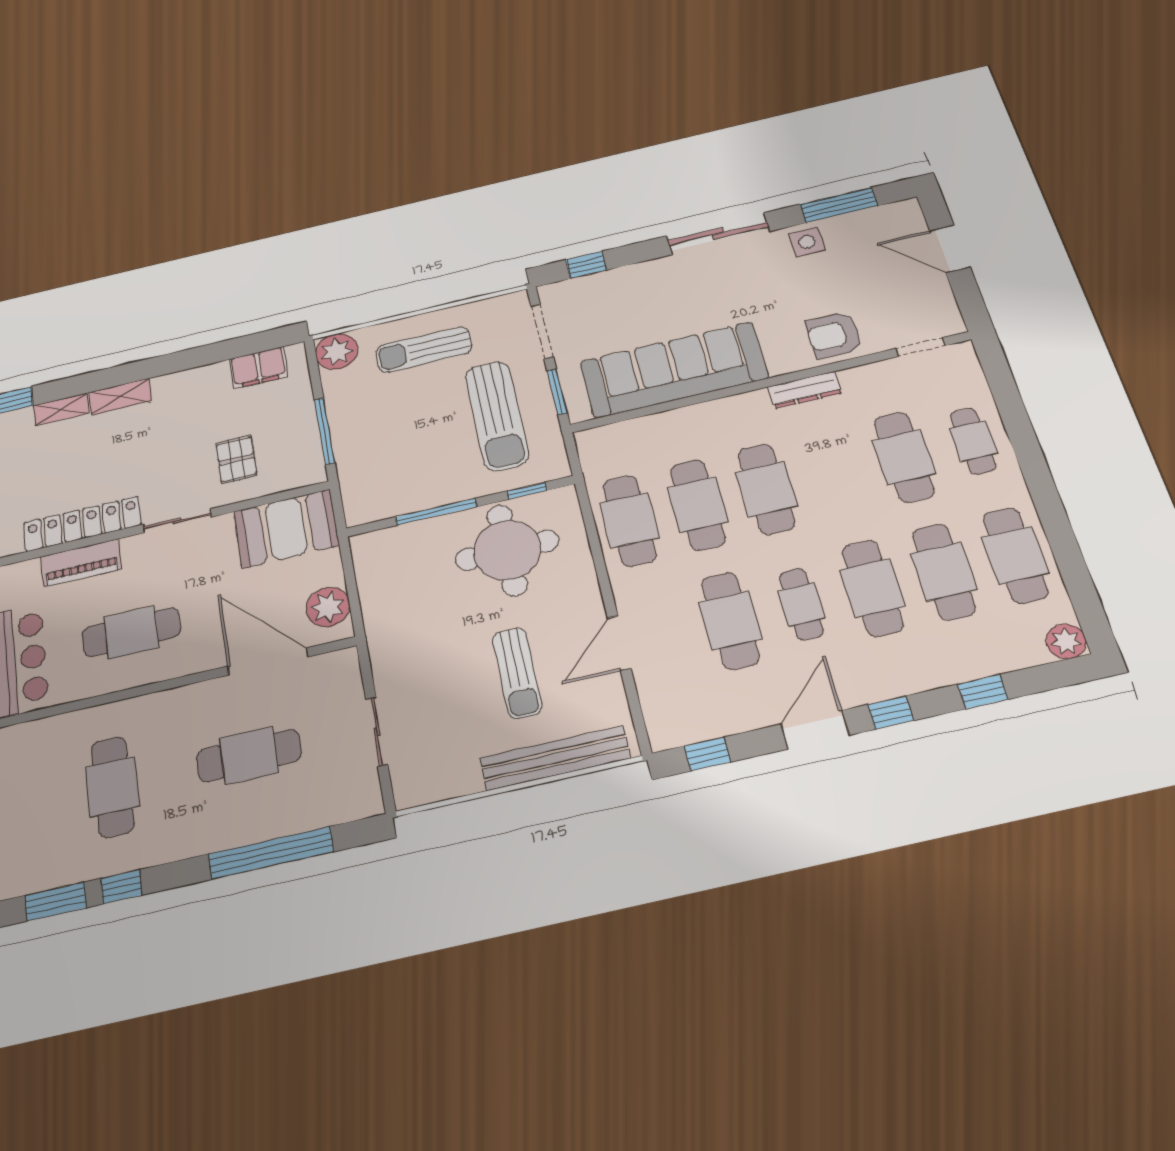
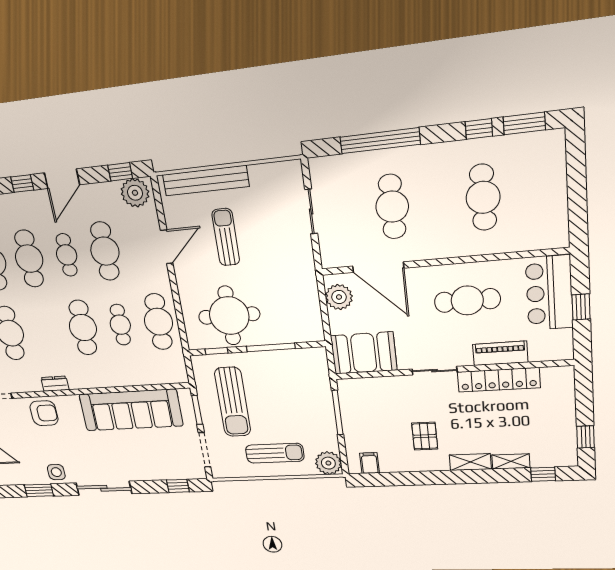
window: (839, 205) -> (39, 490), width x0.69
filing cabinet: (259, 368) -> (370, 463), width x0.50
dresser: (805, 390) -> (55, 384), width x0.70
sun lounger: (497, 416) -> (233, 402), turned 180
pallet: (236, 459) -> (425, 436), moved
cafe table: (698, 505) -> (120, 325), width x0.73, depth x0.74
plant: (679, 723) -> (135, 193), added
cafe table: (249, 756) -> (392, 207), turned 90

